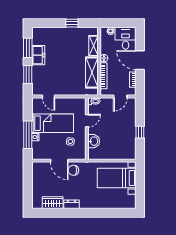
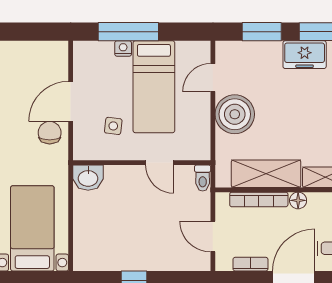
boiler: (65, 87) -> (235, 114), added
washbasin: (94, 141) -> (88, 178), moved

